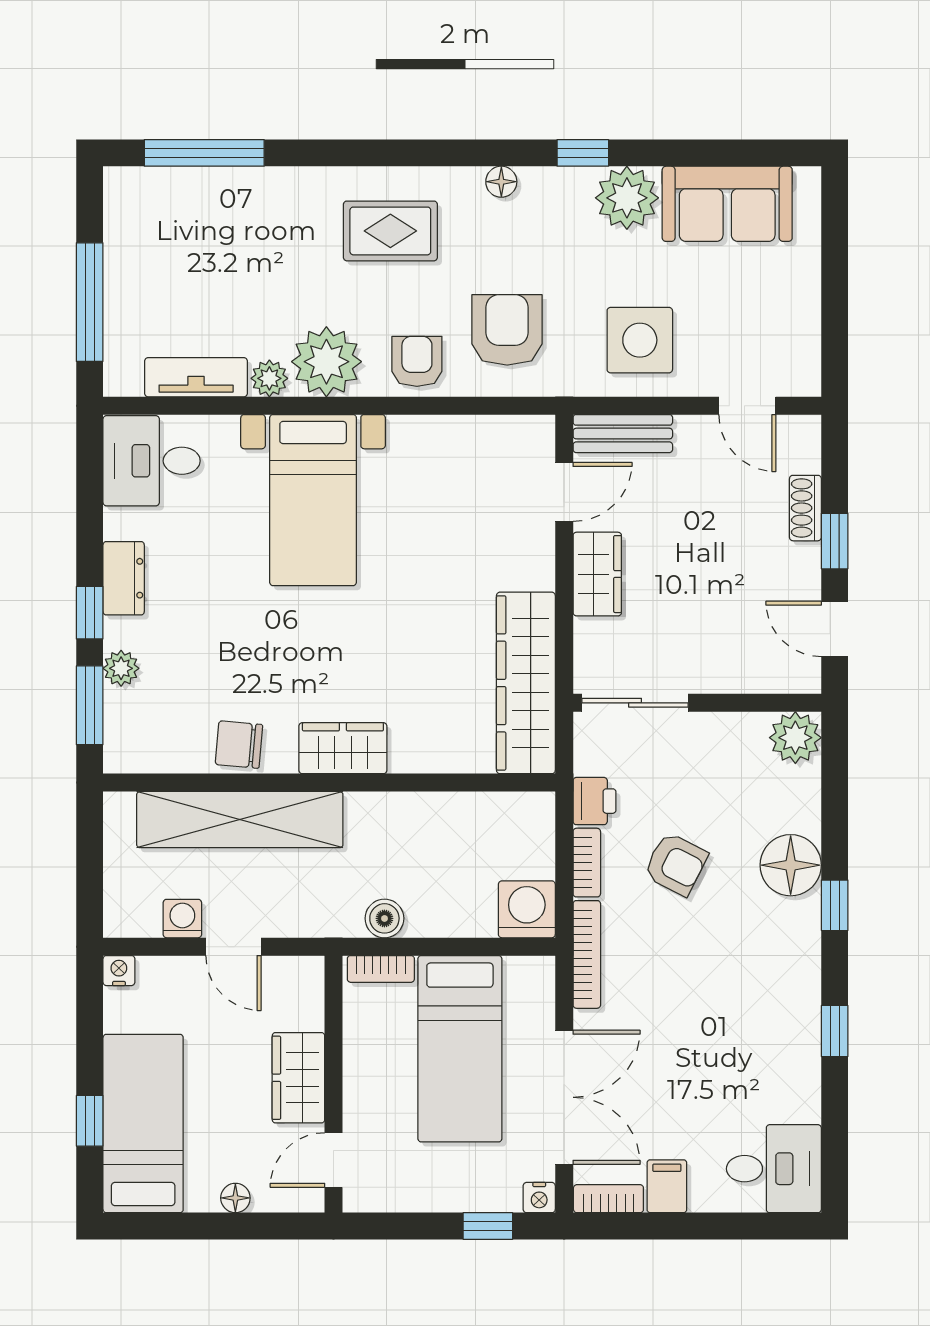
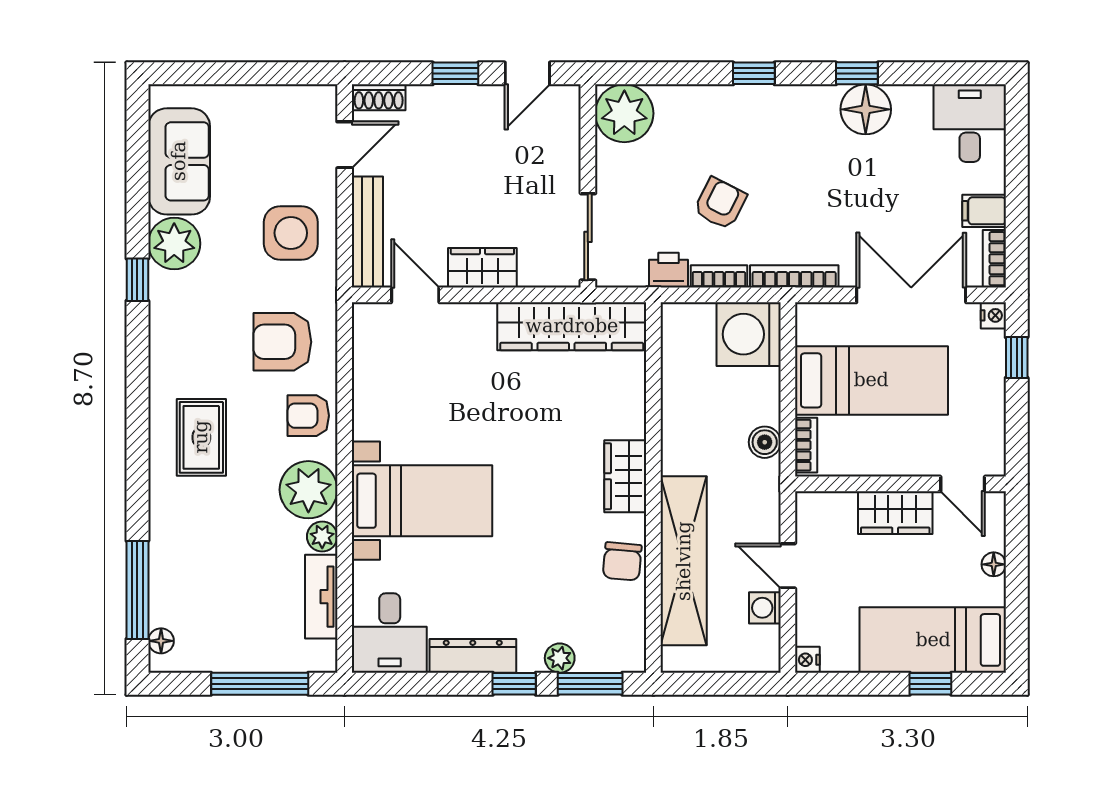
floor lamp: (501, 182) -> (161, 641), moved
bench: (623, 434) -> (367, 232), width x1.36
shoe rack: (805, 508) -> (379, 97), moved
dresser: (124, 578) -> (473, 656), width x1.44
plant: (795, 738) -> (624, 113), width x1.36, depth x1.36
floor lamp: (791, 865) -> (866, 109), moved
washing machine: (527, 909) -> (749, 334), width x1.37, depth x1.37
door: (233, 947) -> (788, 566), swing flipped

